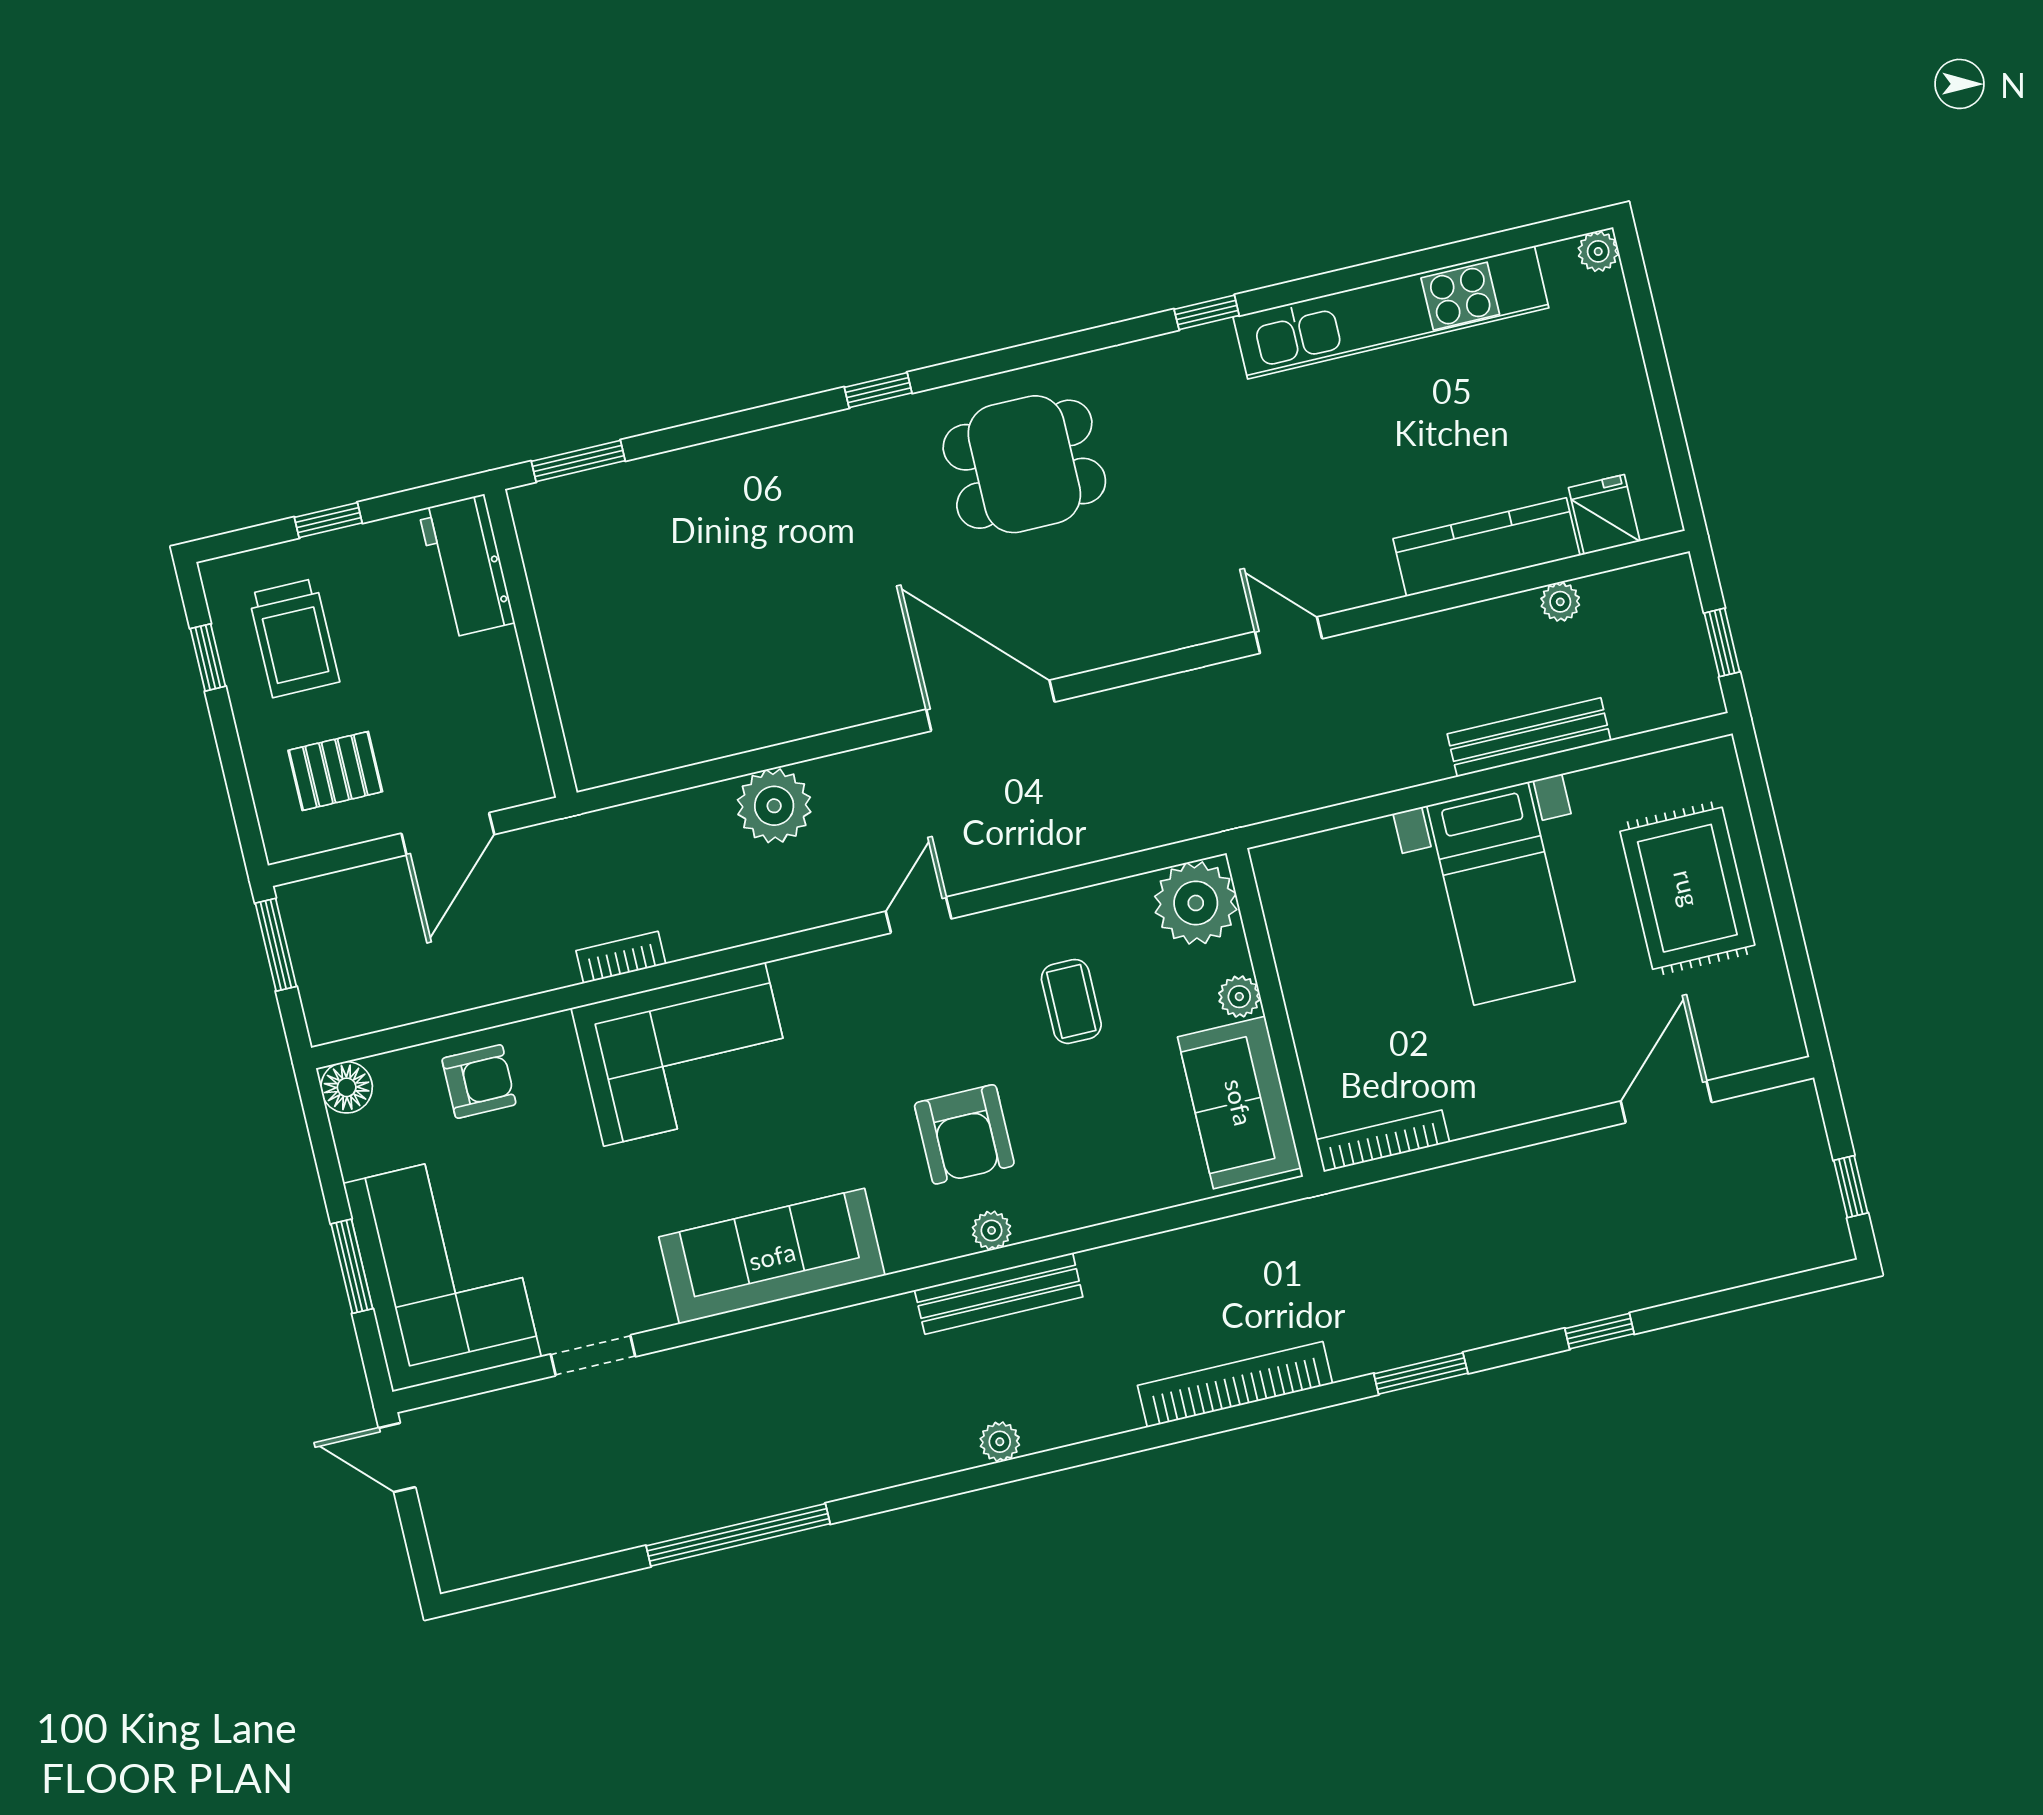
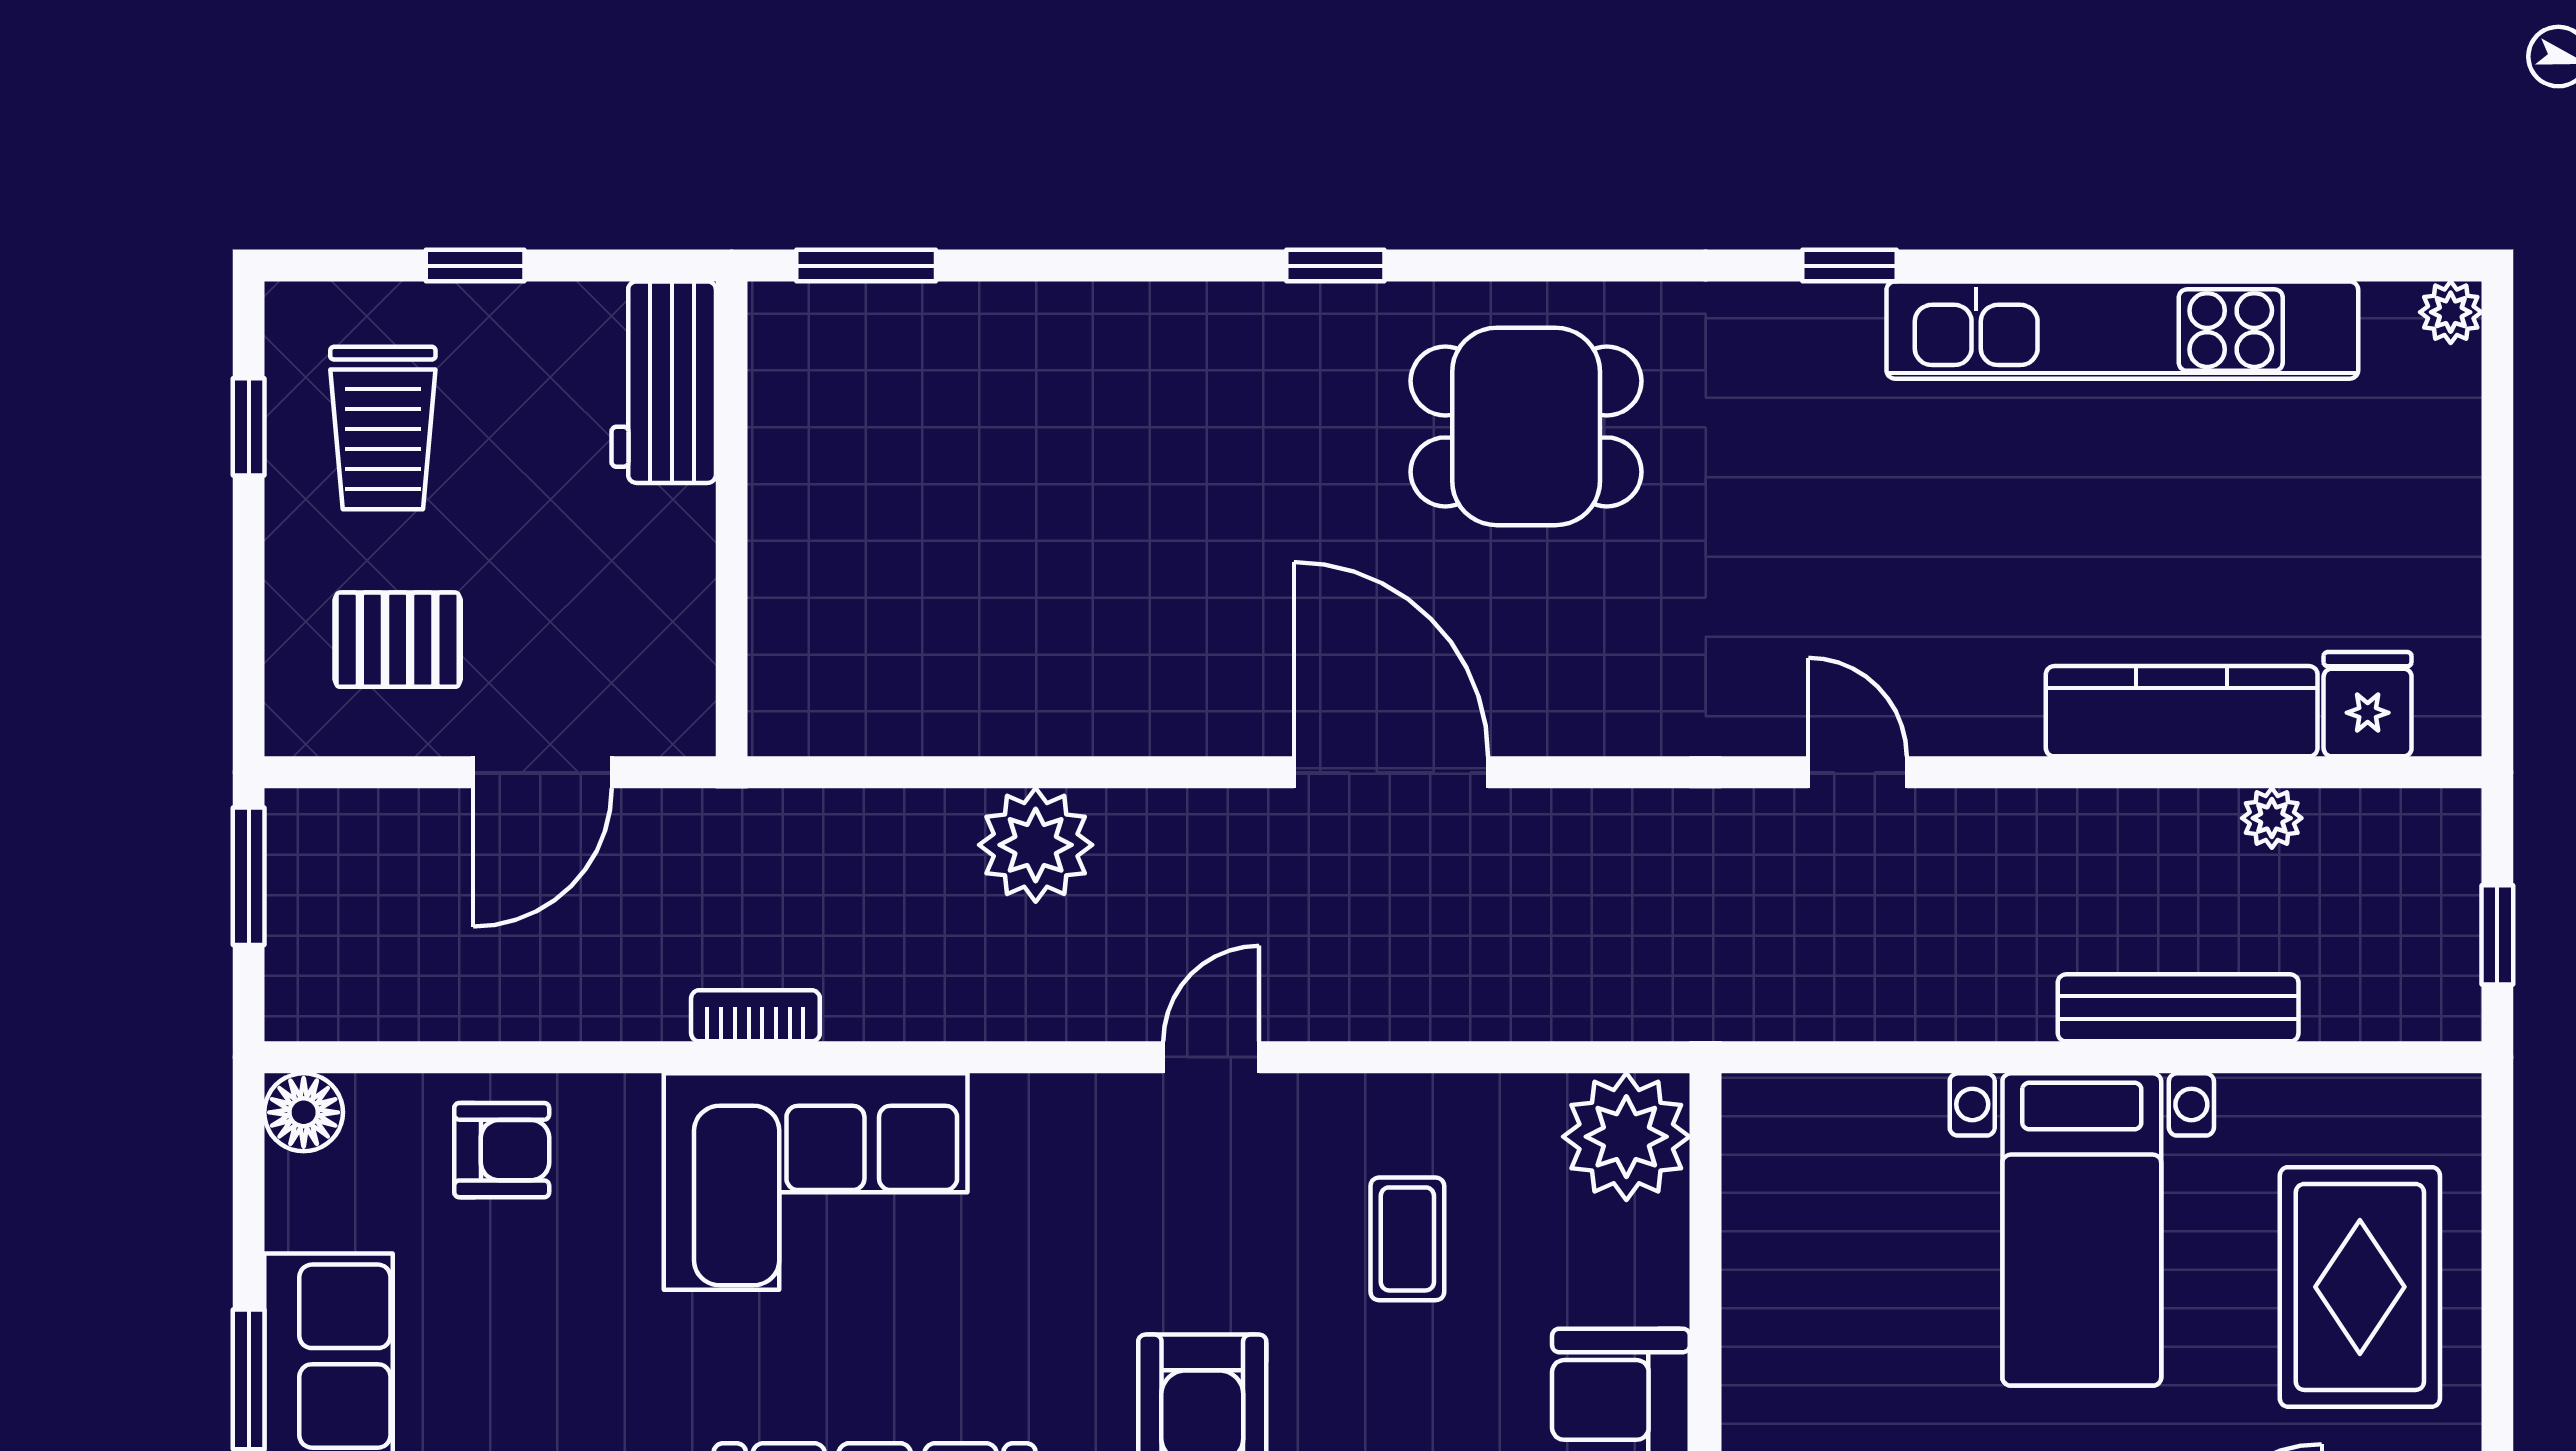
plant: (1239, 997) -> (1658, 1291), removed

